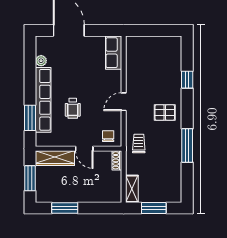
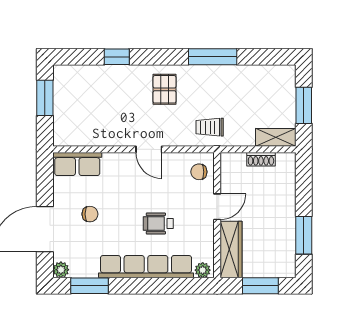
window: (159, 30) -> (45, 98), added
plant: (41, 61) -> (61, 270), moved
chair: (79, 61) -> (90, 214), added
wheelchair: (73, 108) -> (158, 223), turned 180
window: (30, 118) -> (89, 286), moved
plant: (41, 139) -> (203, 270), added
shoe rack: (117, 160) -> (261, 159), moved

